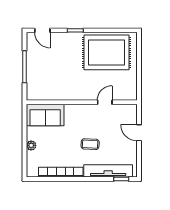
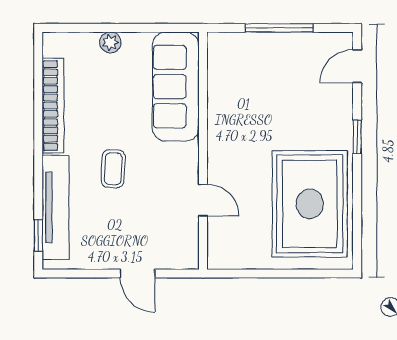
sofa: (45, 115) -> (176, 87), width x1.36
door: (139, 133) -> (137, 274), swing flipped

